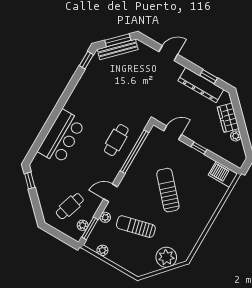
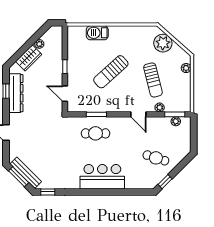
bar counter: (62, 137) -> (102, 177), moved
window: (134, 152) -> (96, 114), width x0.47
barbecue: (223, 174) -> (97, 33), moved, turned 90
cafe table: (70, 206) -> (156, 158), moved
plant: (102, 250) -> (186, 68), moved

